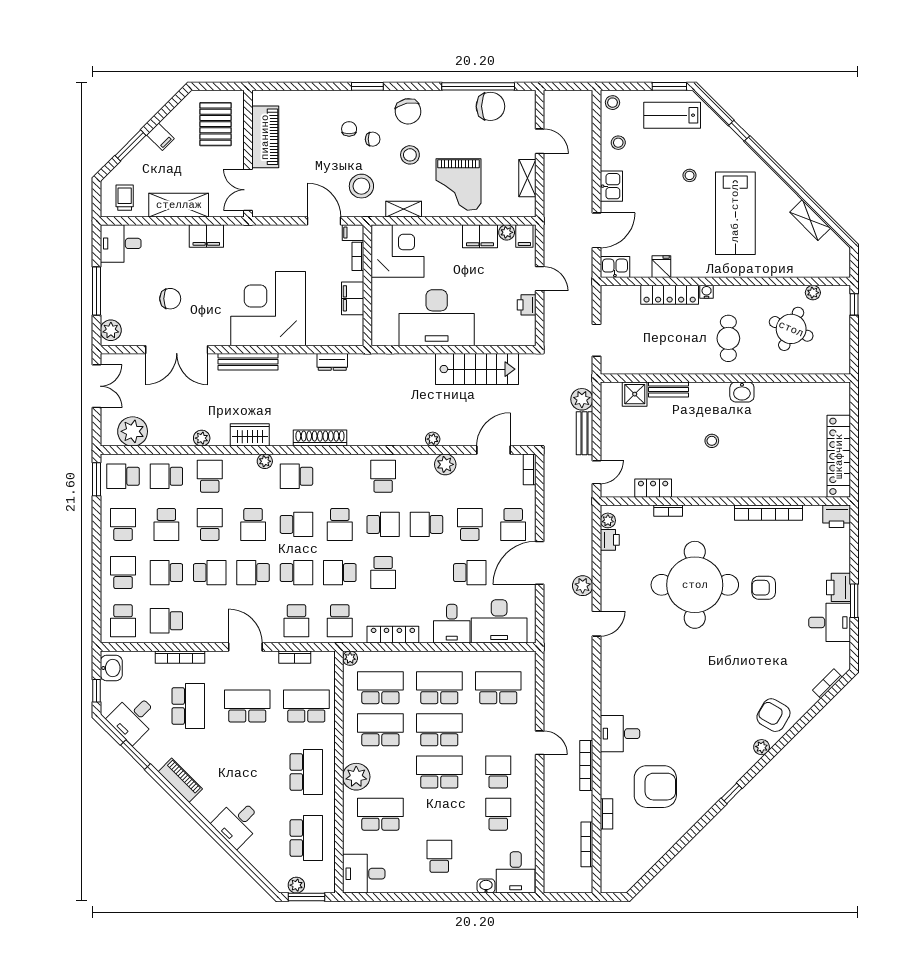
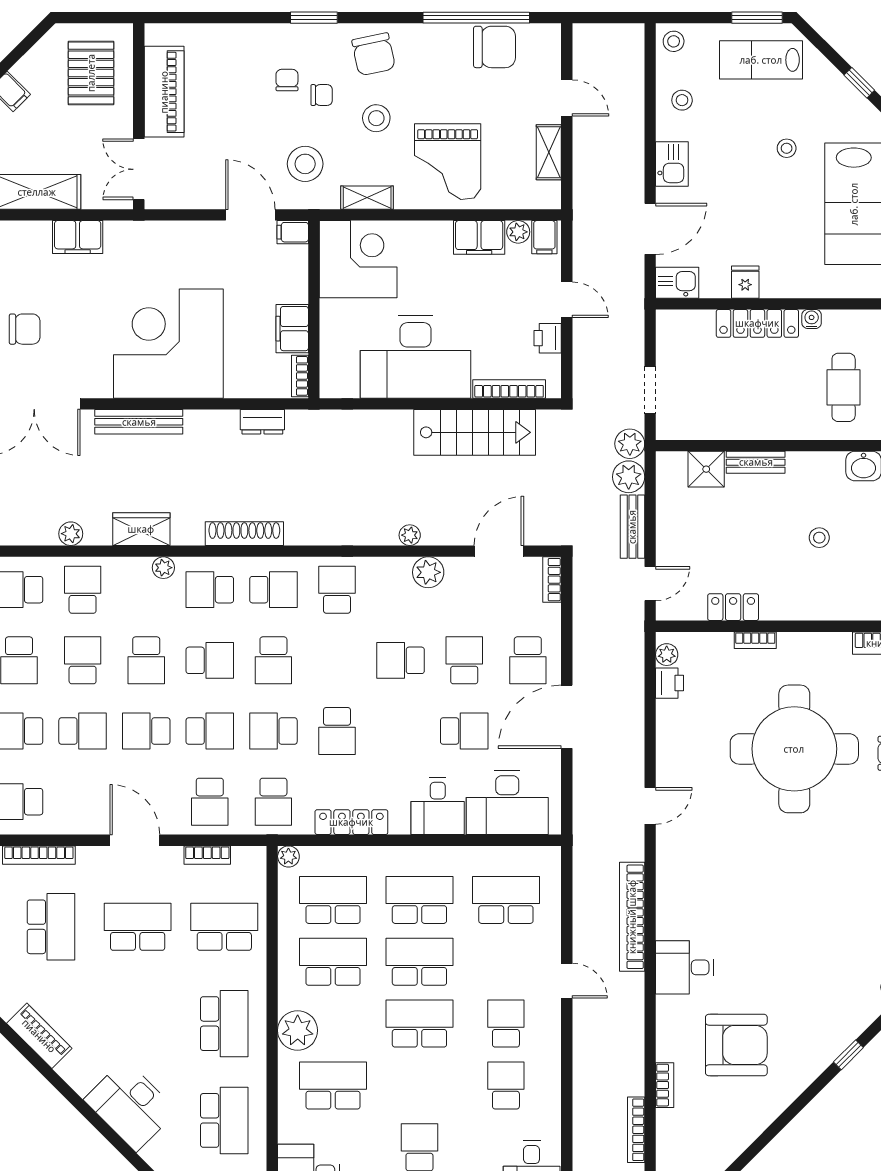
bookcase: (358, 256) -> (300, 376), moved
bookcase: (500, 340) -> (509, 389), added
school desk: (383, 524) -> (273, 590), moved
plant: (583, 586) -> (630, 444), moved
bookcase: (586, 765) -> (632, 917), moved, width x1.48, depth x1.31
desk: (237, 823) -> (131, 1105), width x1.37

